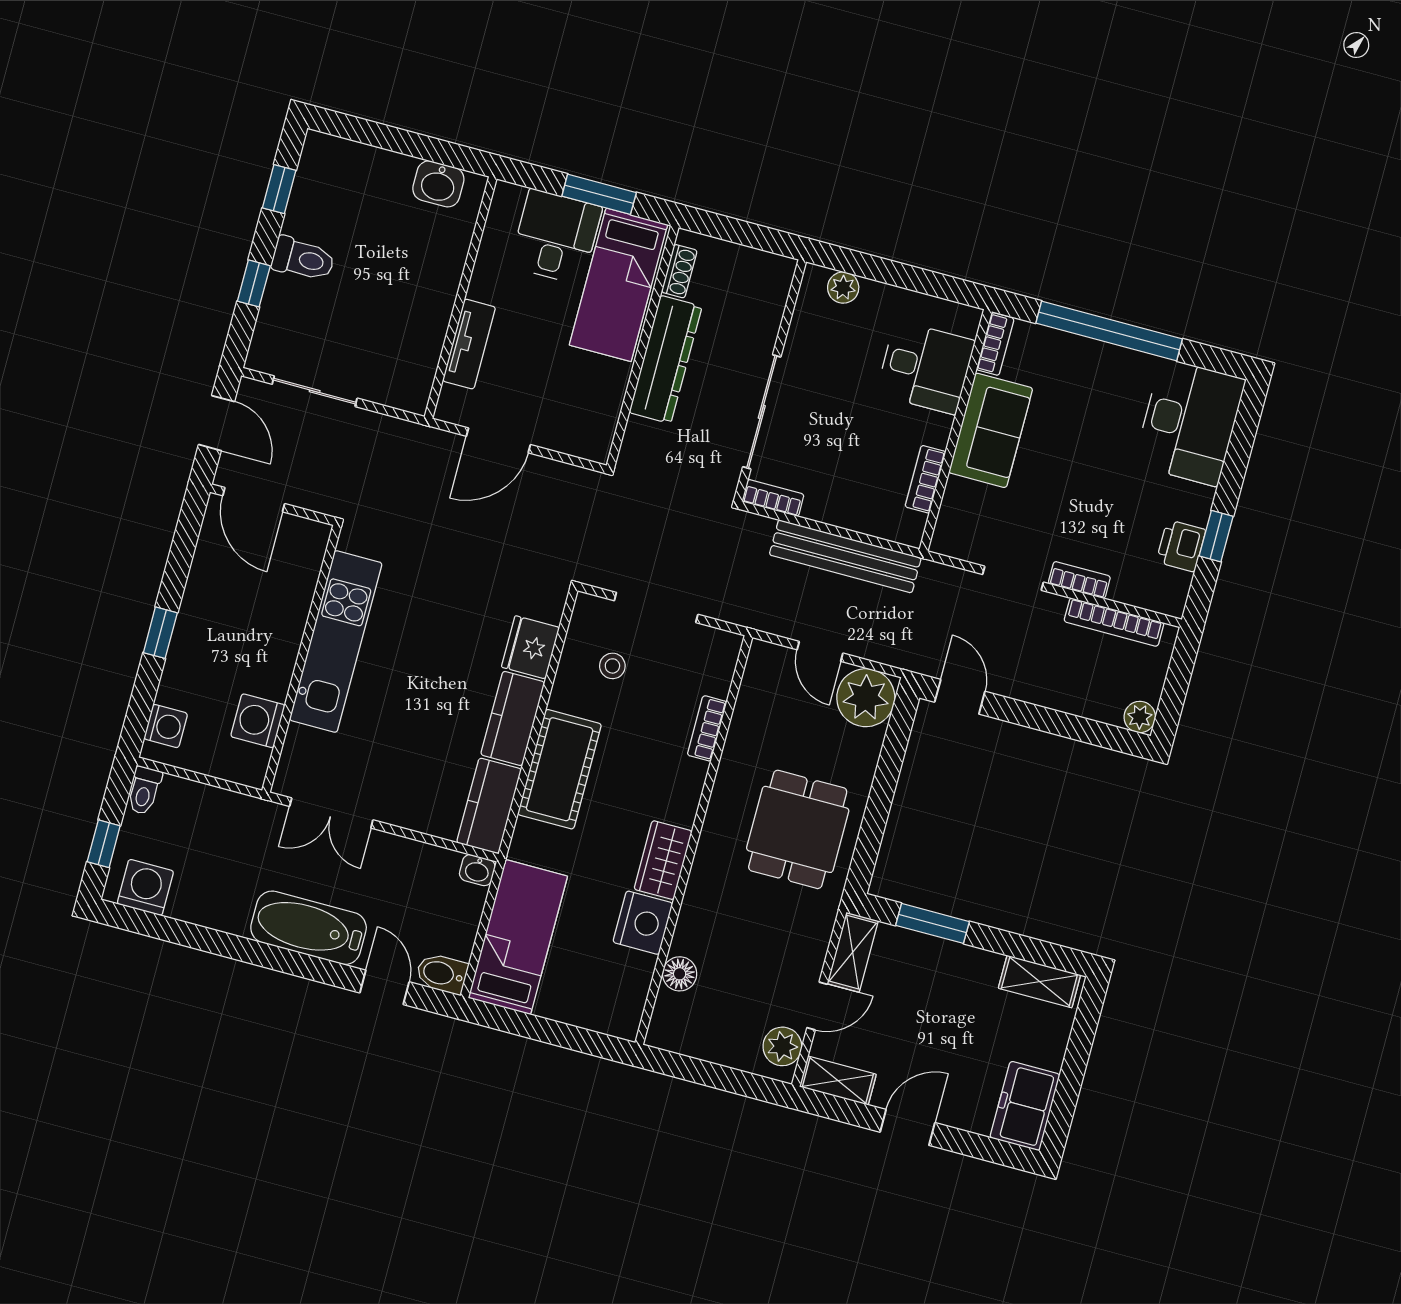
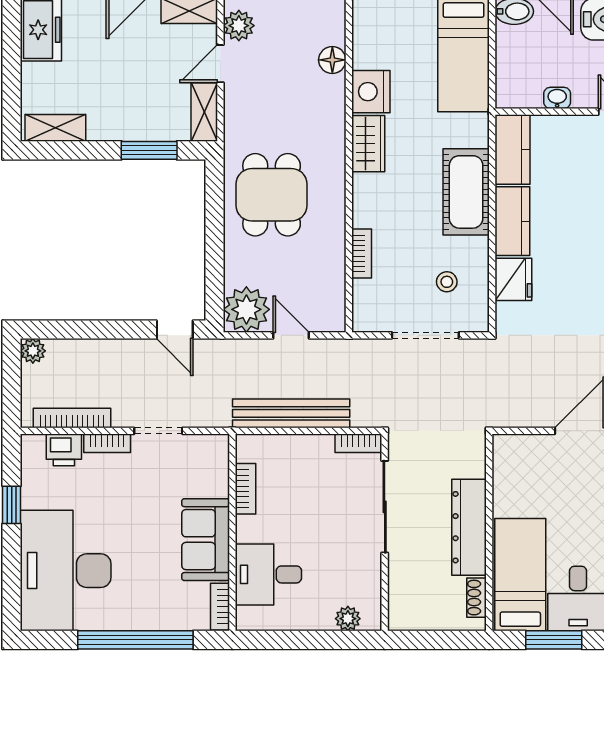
desk: (1190, 422) -> (66, 571), width x1.36, depth x1.30
printer: (1181, 546) -> (64, 450), moved, turned 90
washbasin: (477, 870) -> (557, 98), moved

